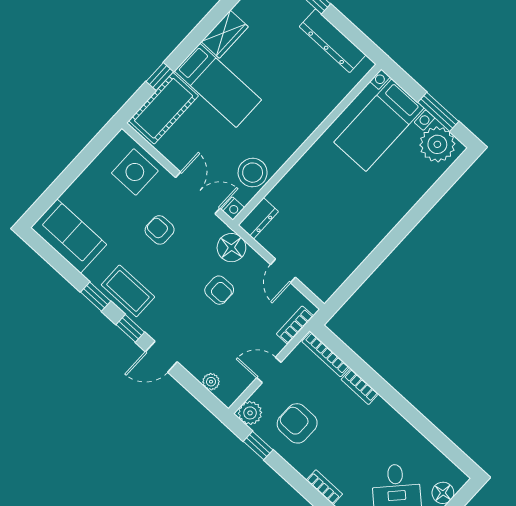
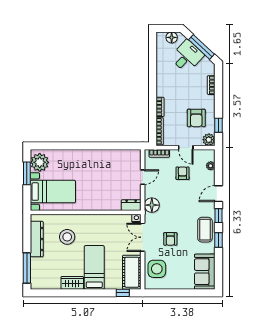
window: (160, 77) -> (123, 293), moved
cot: (164, 108) -> (132, 272), moved, turned 90
stool: (253, 173) -> (67, 237), moved
armchair: (219, 290) -> (183, 173), moved
door: (161, 357) -> (218, 194), swing flipped

